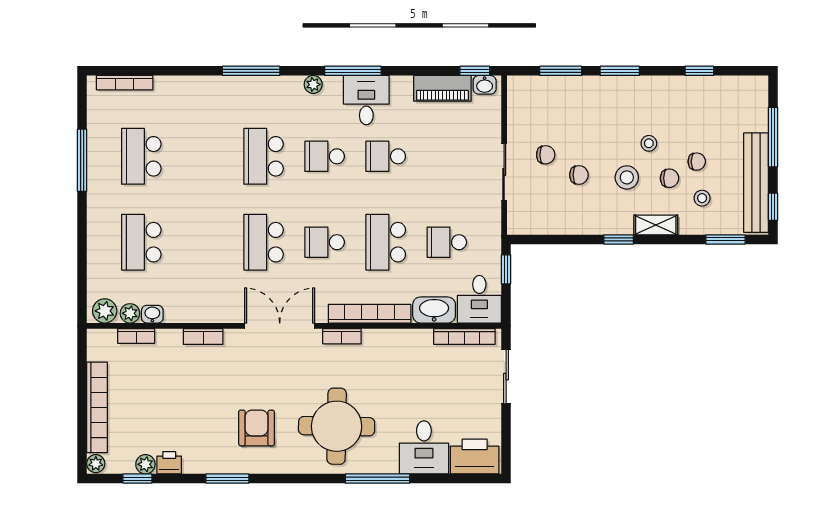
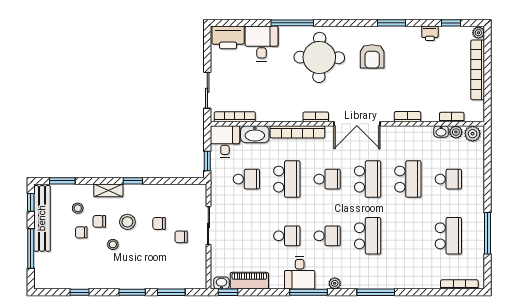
school desk: (141, 242) -> (448, 179), width x0.54
school desk: (202, 242) -> (408, 179), added
plant: (145, 464) -> (446, 32), removed

